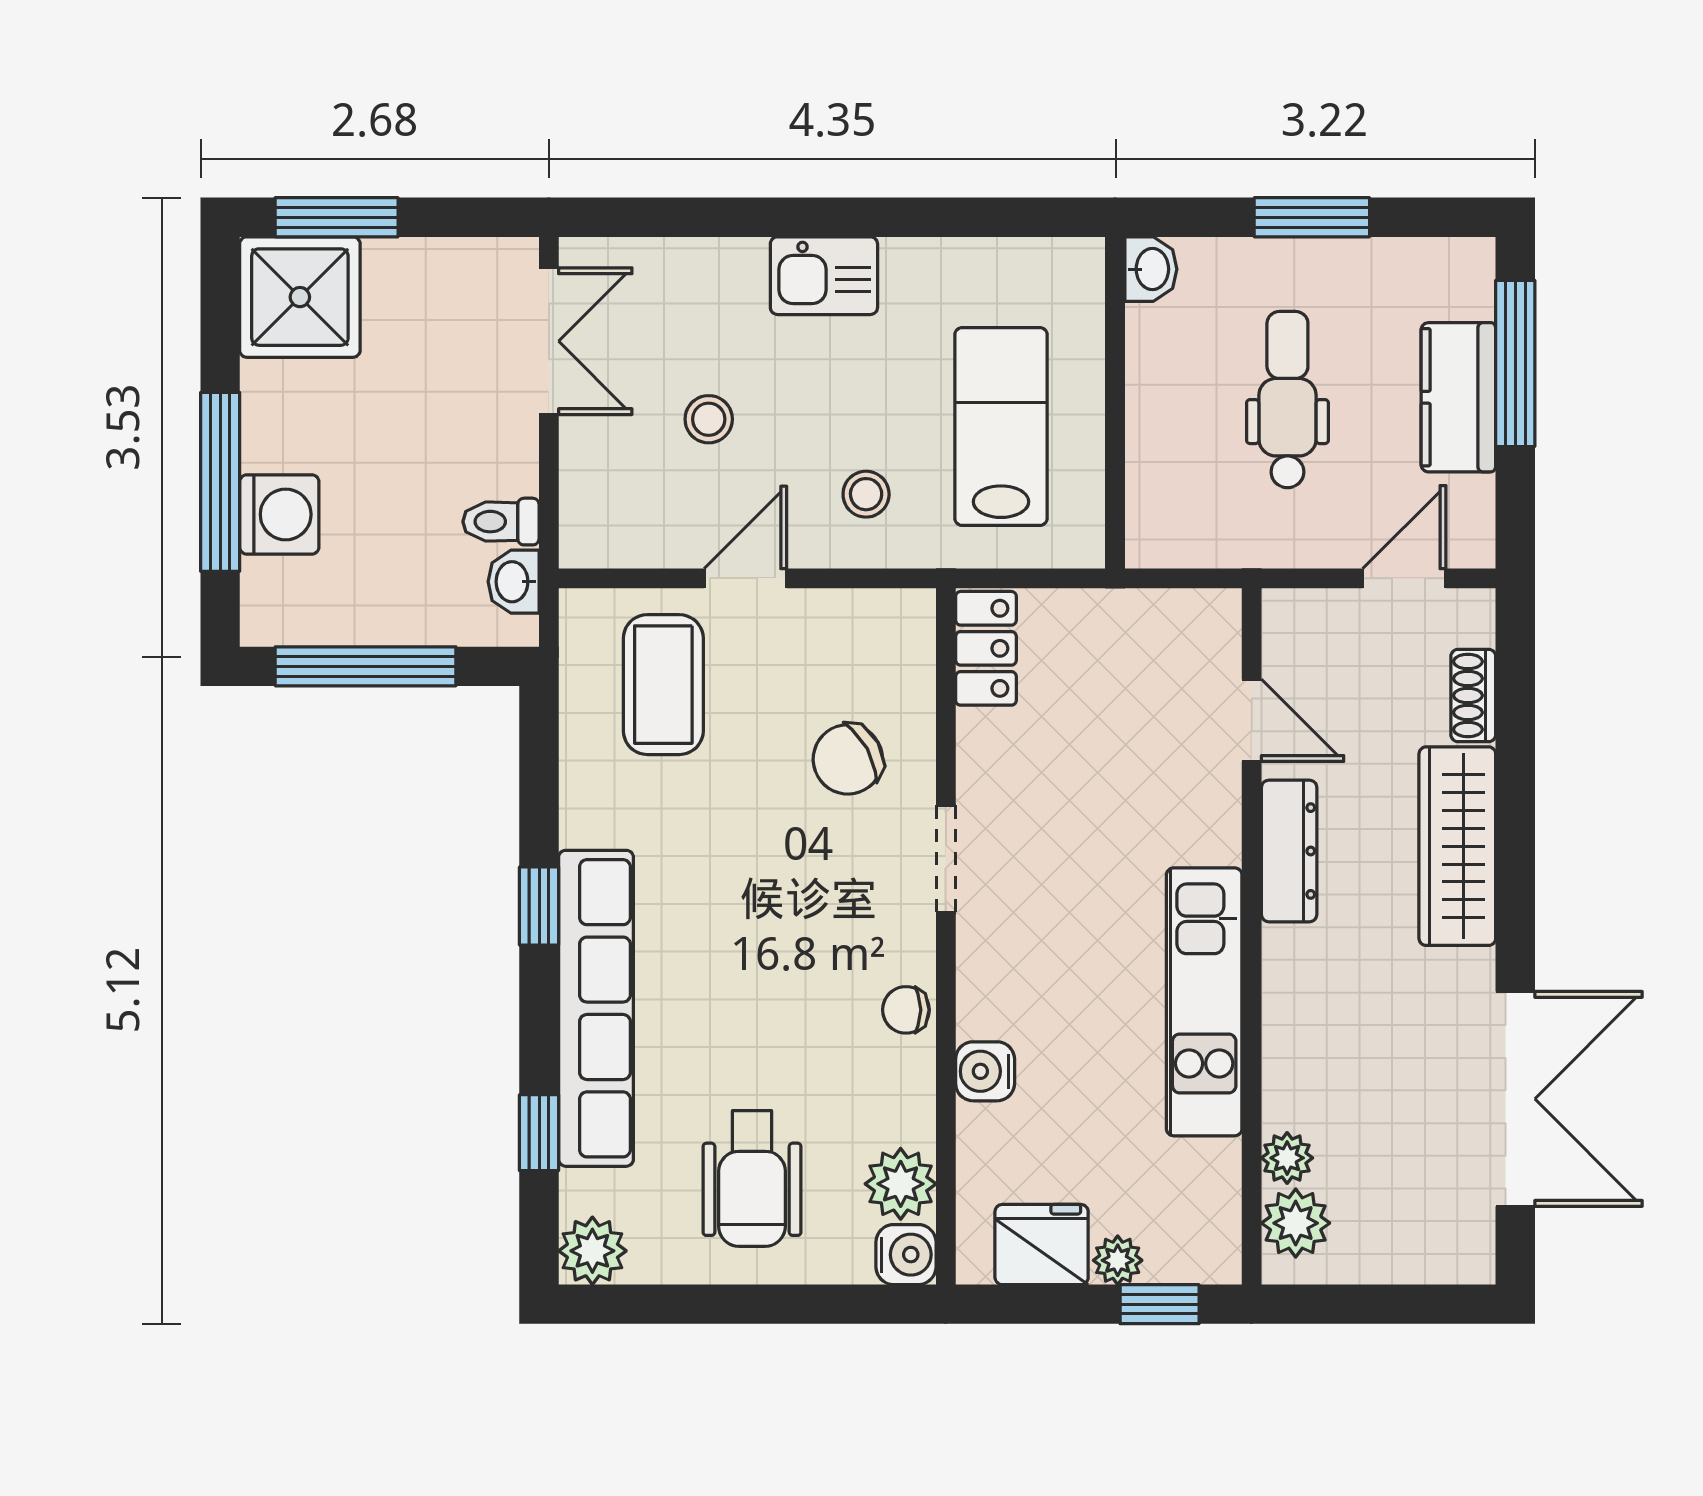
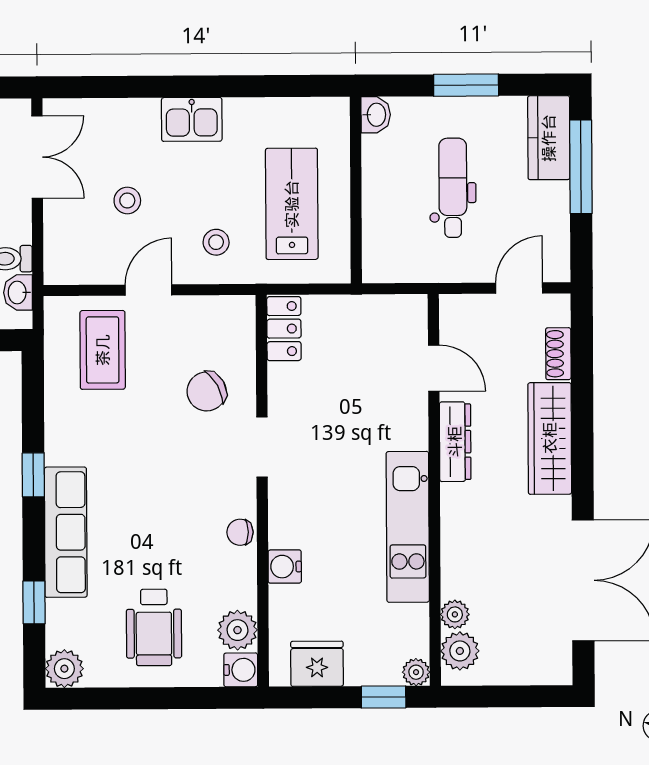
kitchen counter: (1458, 397) -> (549, 138), moved
row of seats: (596, 1008) -> (66, 532), width x0.73
plant: (1118, 1260) -> (416, 672), moved

